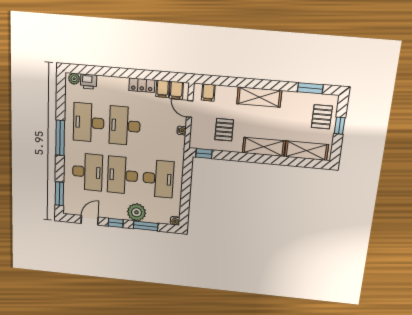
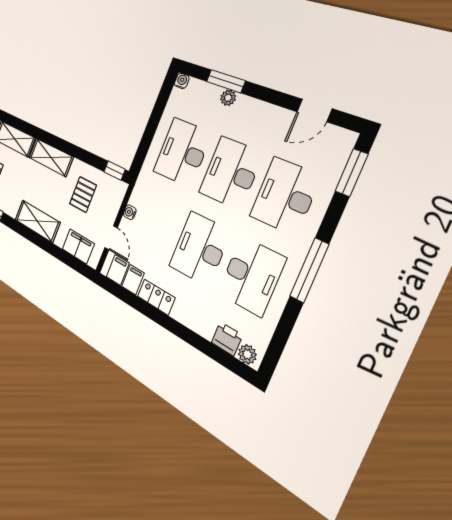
filing cabinet: (208, 93) -> (78, 246), width x2.00
desk: (125, 126) -> (200, 249), turned 180
desk: (123, 175) -> (231, 173), turned 180
plant: (137, 212) -> (228, 98), width x0.53, depth x0.53
window: (116, 223) -> (271, 96), removed

